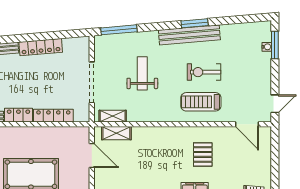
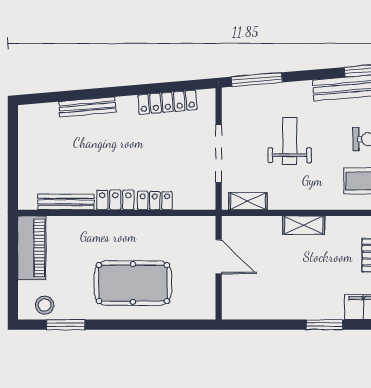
locker: (41, 47) -> (167, 102), moved
locker: (53, 116) -> (155, 201), width x0.66
shelving: (116, 133) -> (304, 225), moved

